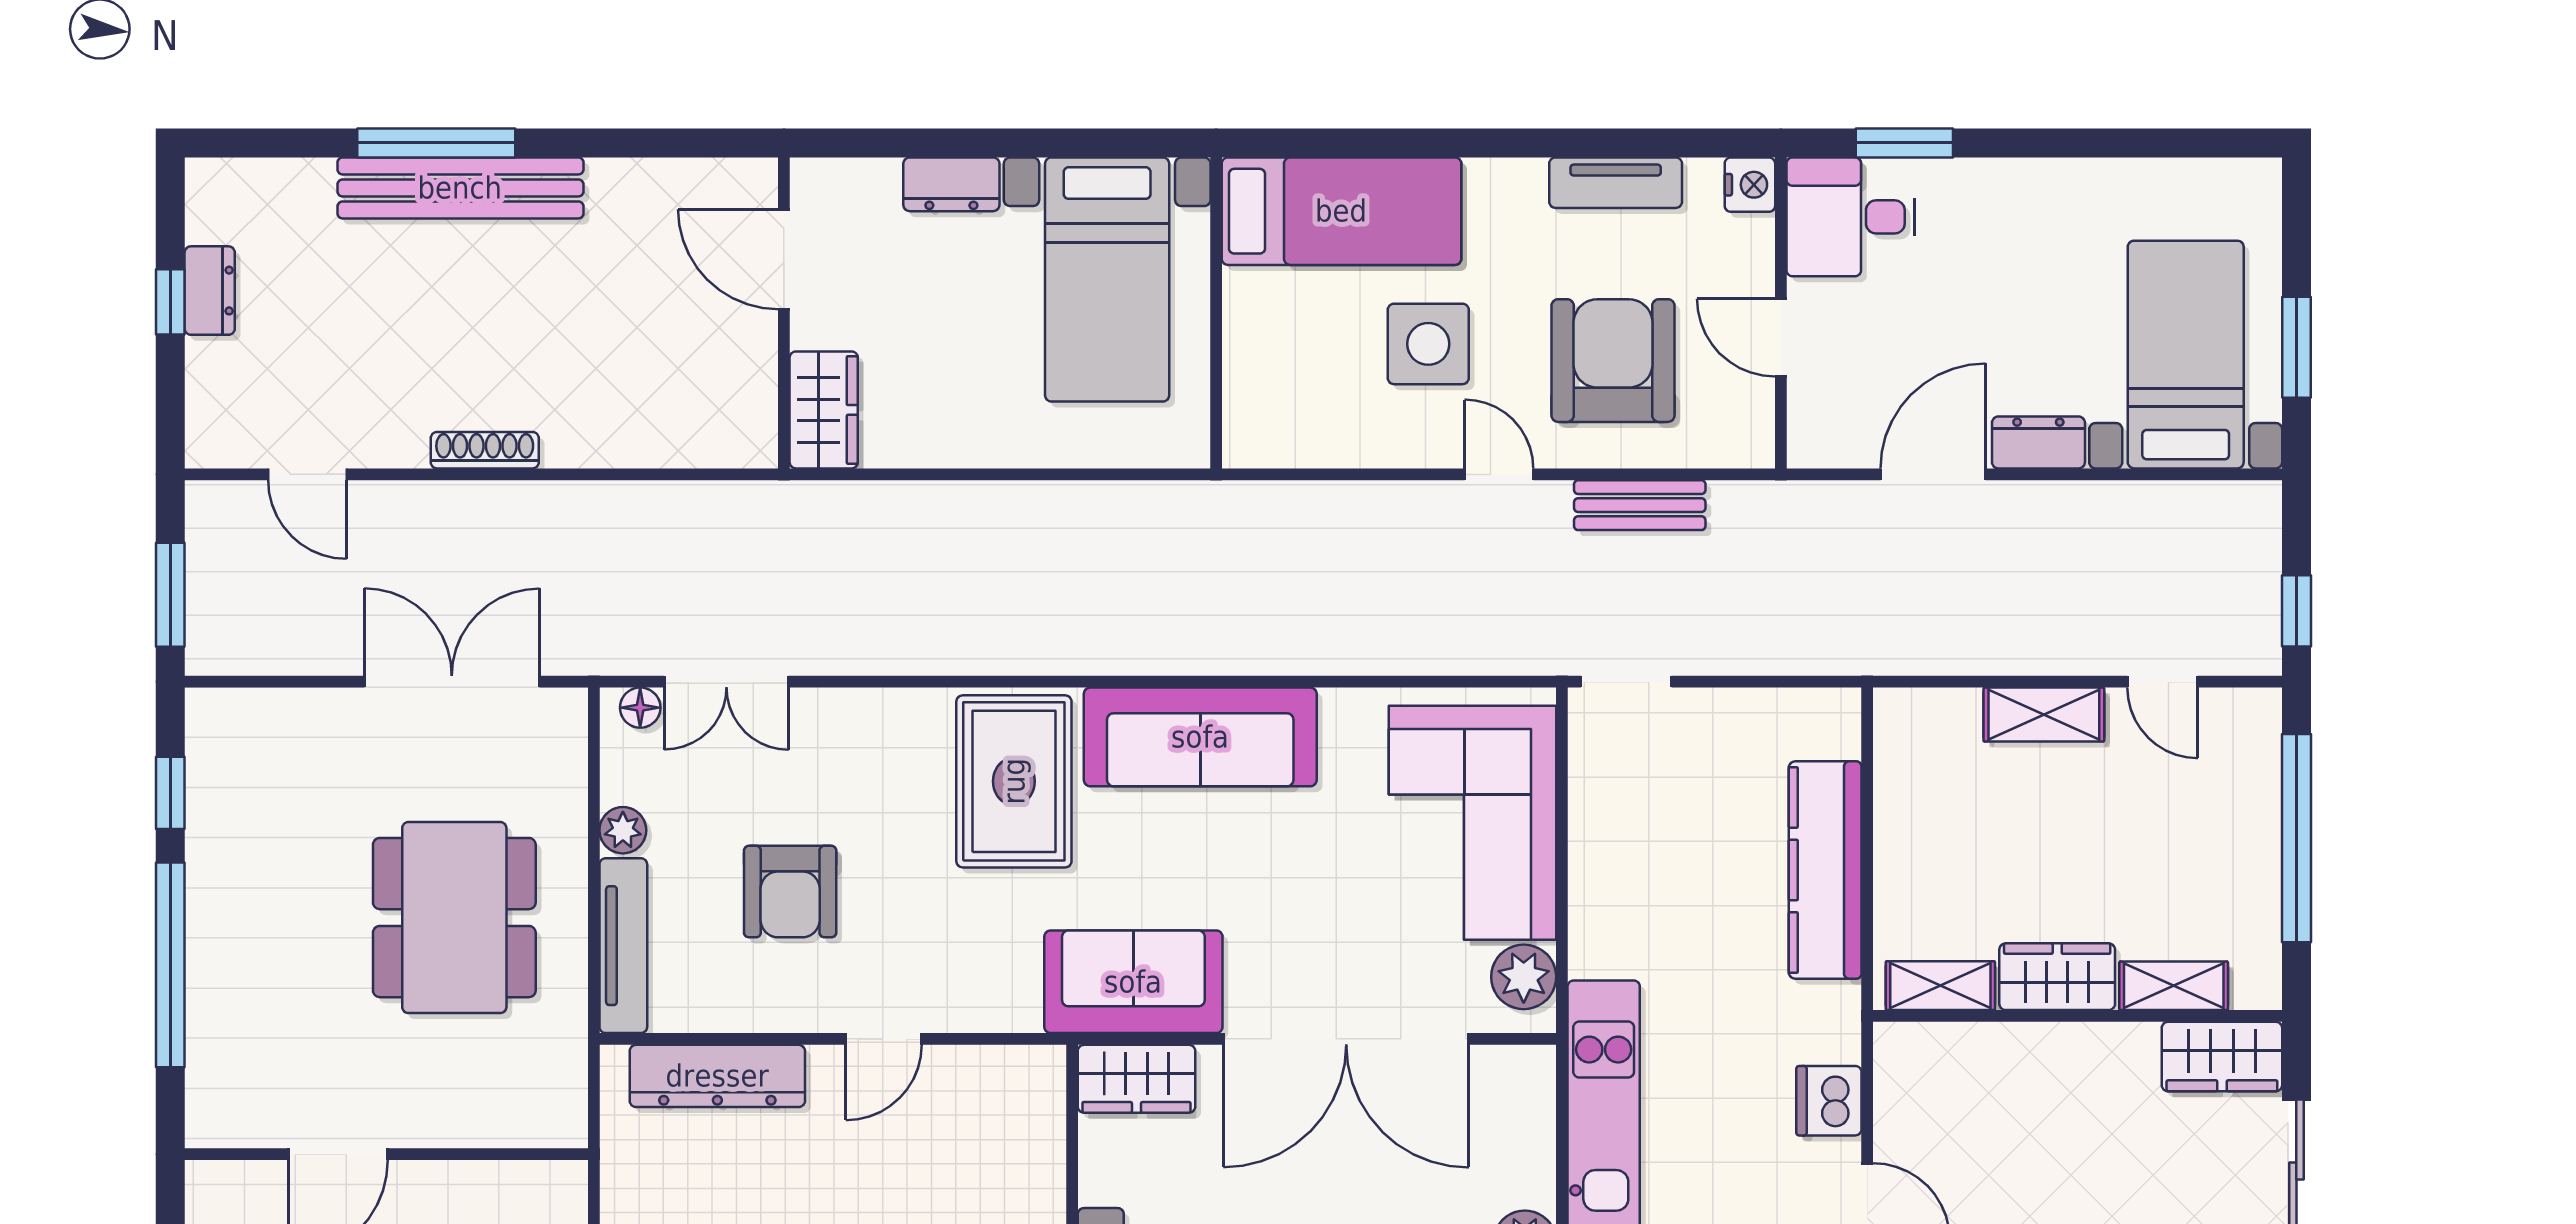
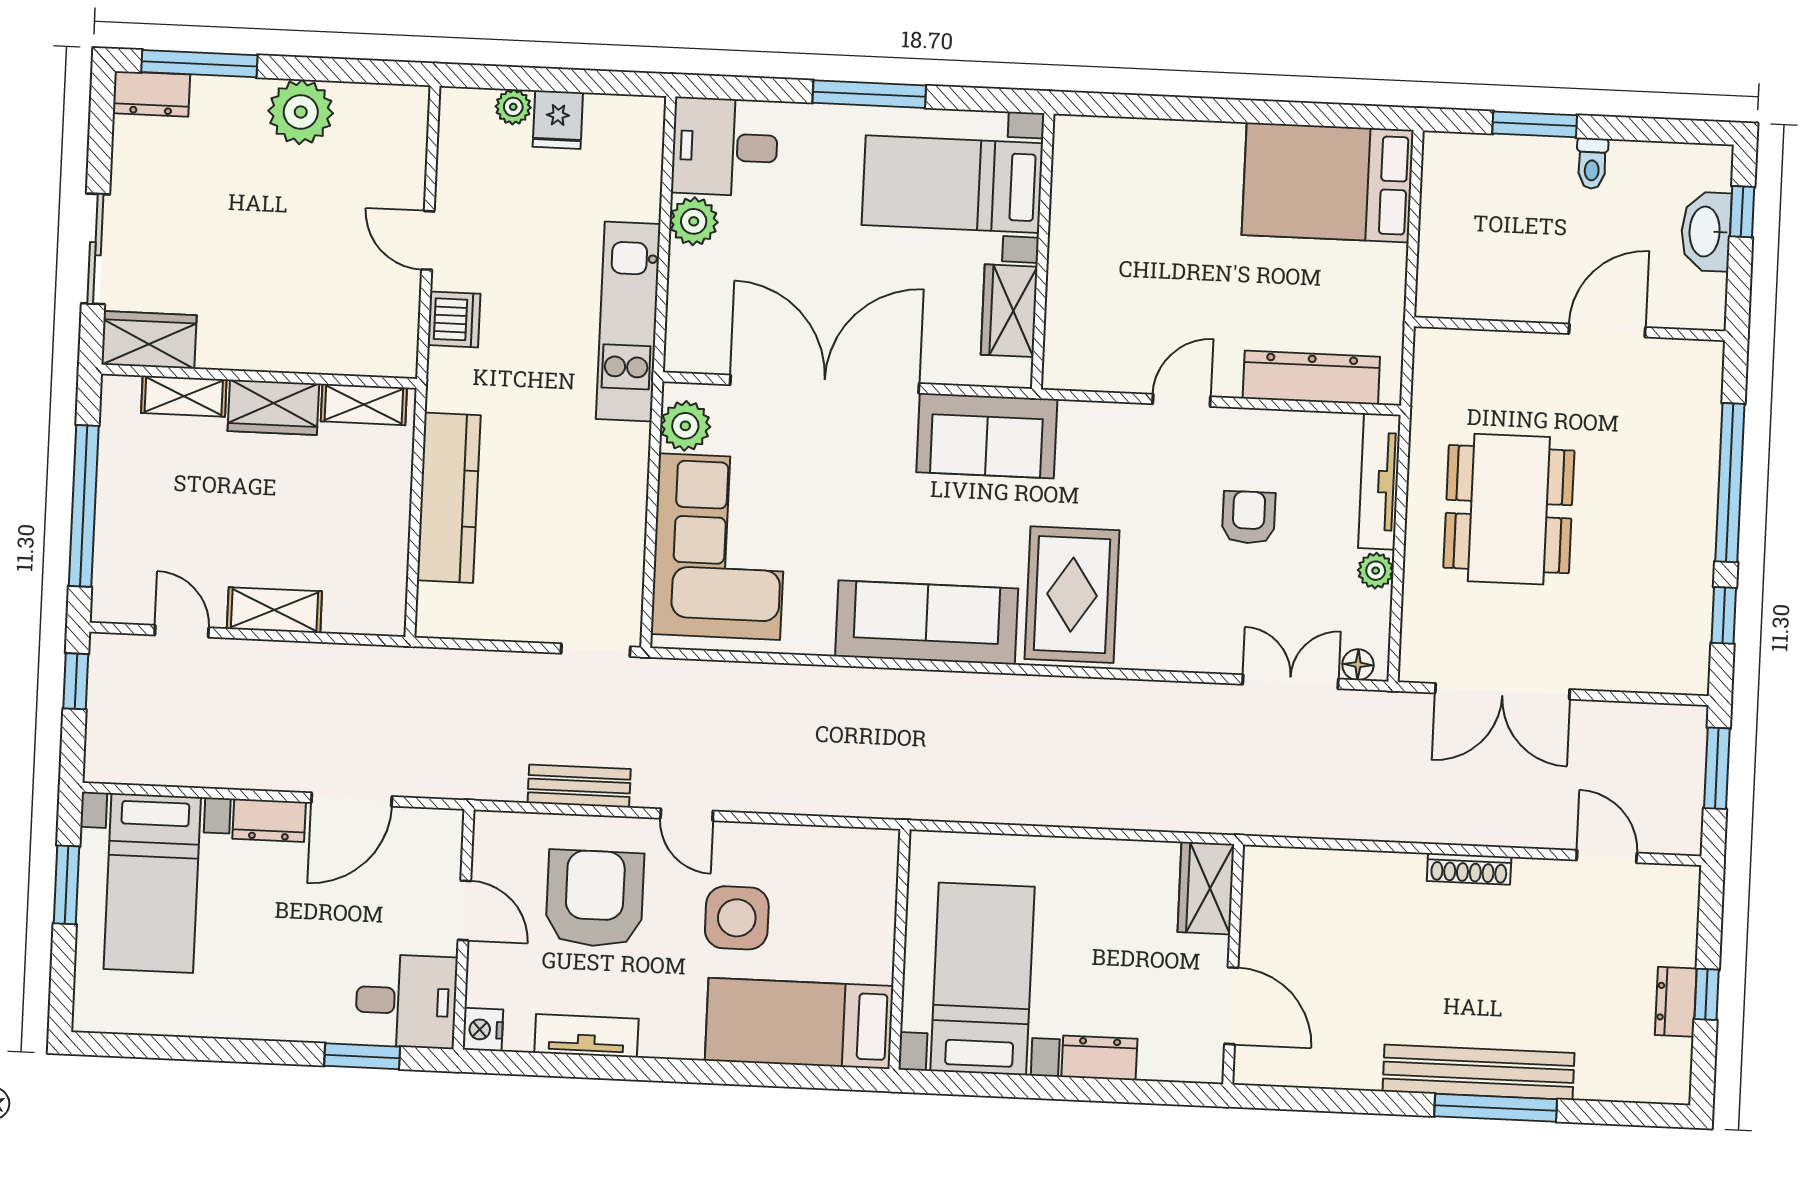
armchair: (1613, 361) -> (595, 899), turned 180
armchair: (790, 892) -> (1249, 517), width x0.72, depth x0.72
wardrobe: (1136, 1079) -> (1009, 311), moved, turned -90

